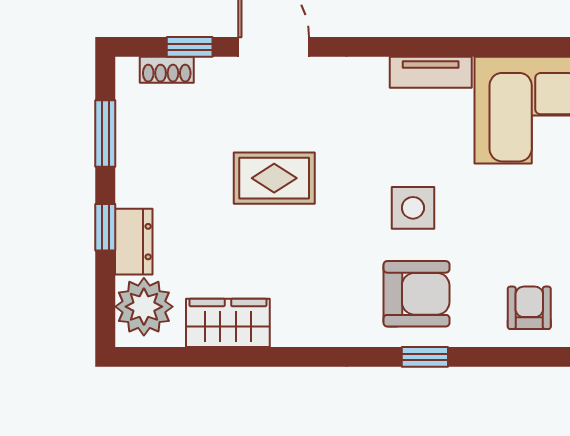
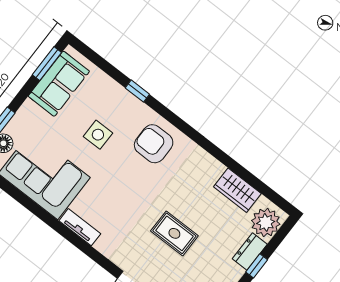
side table: (413, 208) -> (98, 135), moved
armchair: (529, 308) -> (113, 103), removed
window: (425, 357) -> (137, 91), moved

